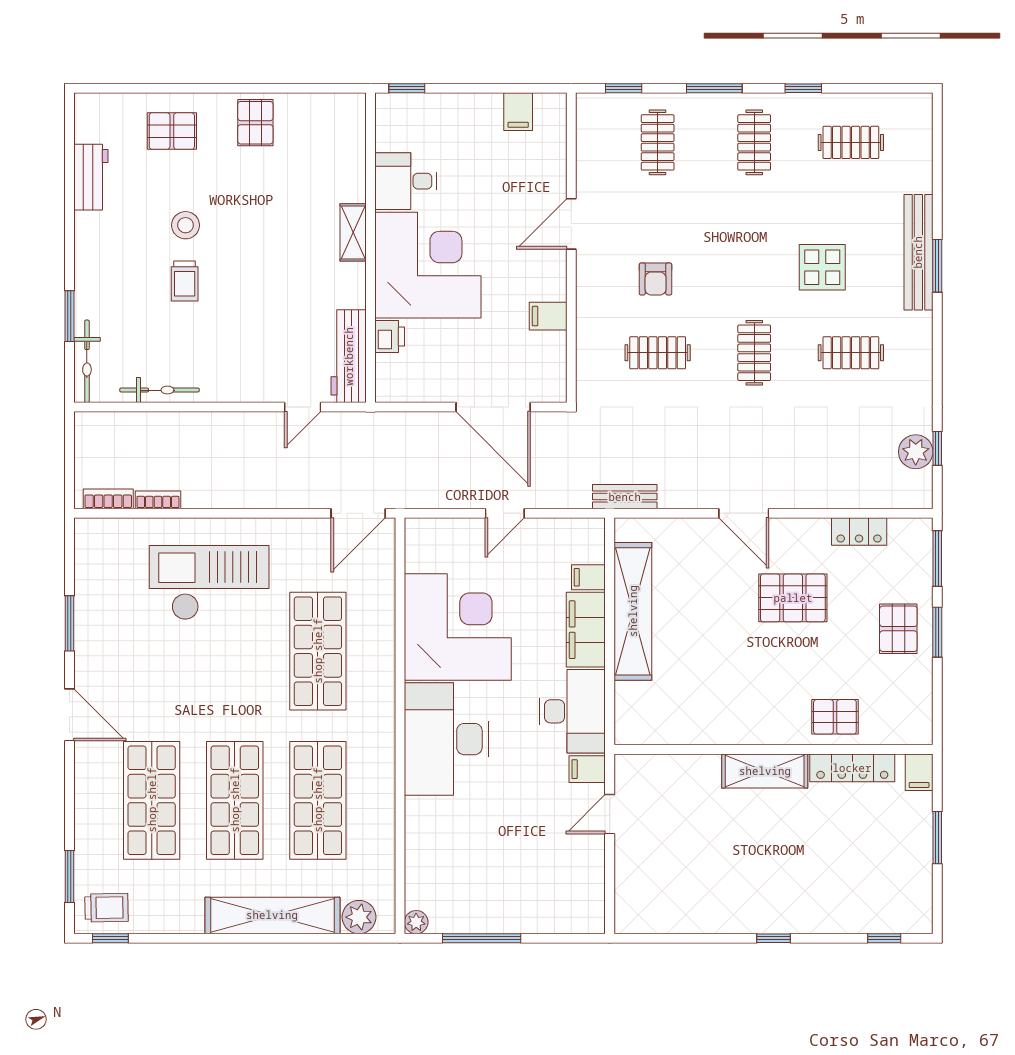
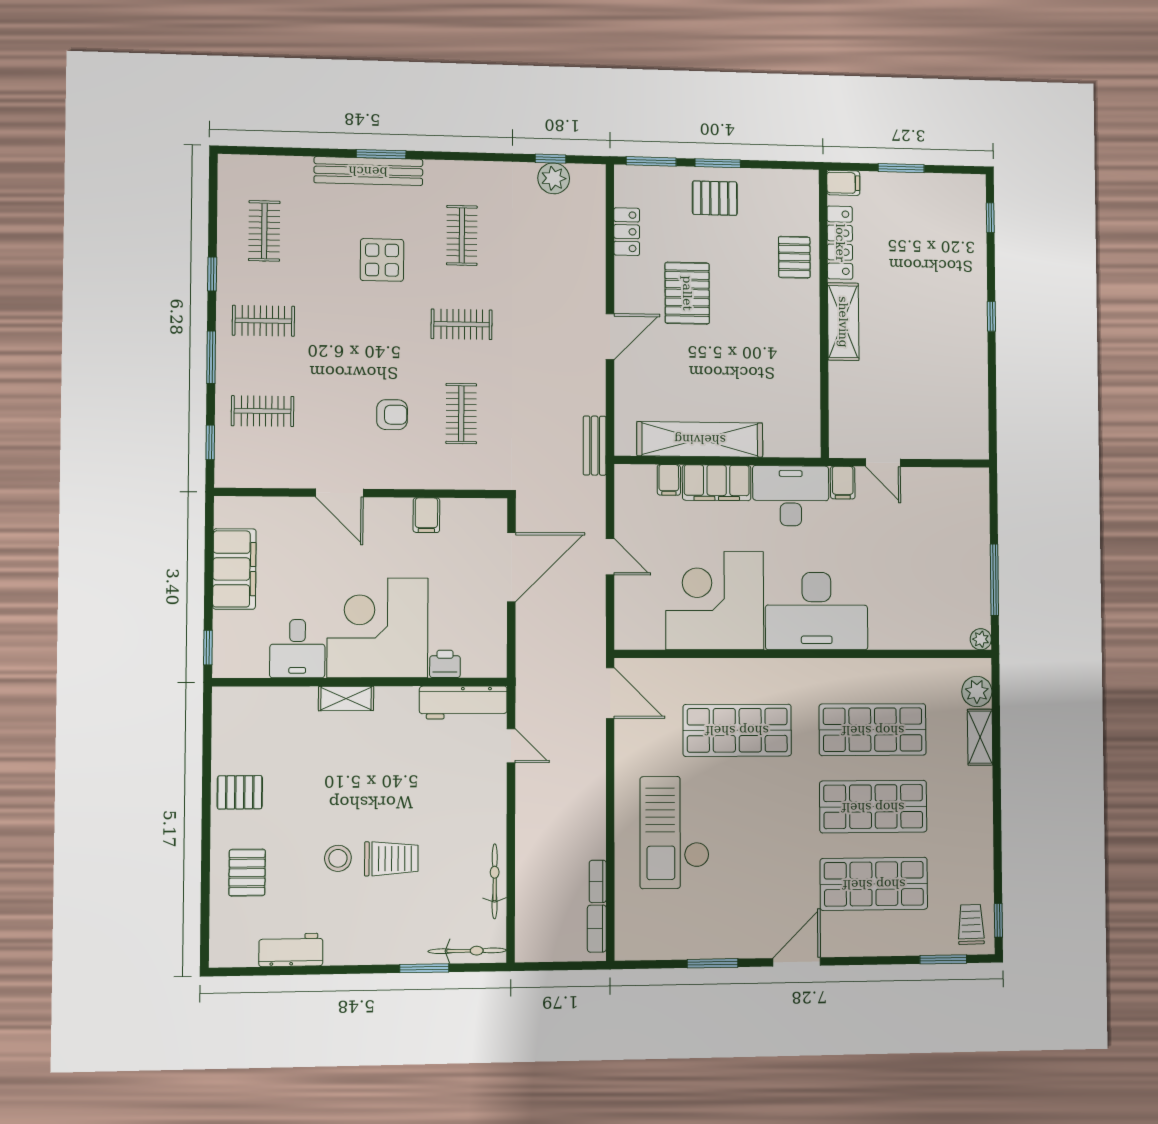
filing cabinet: (518, 112) -> (234, 569), width x3.00, depth x1.17
trolley: (185, 281) -> (391, 859), width x1.36, depth x1.39
shelving: (272, 915) -> (980, 737), width x0.45, depth x0.75

